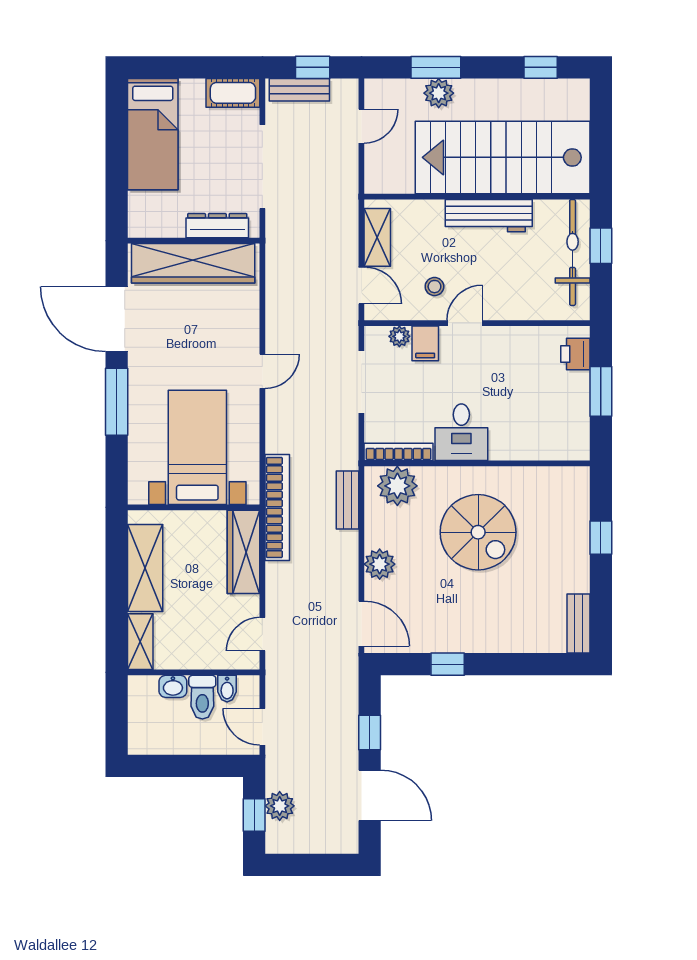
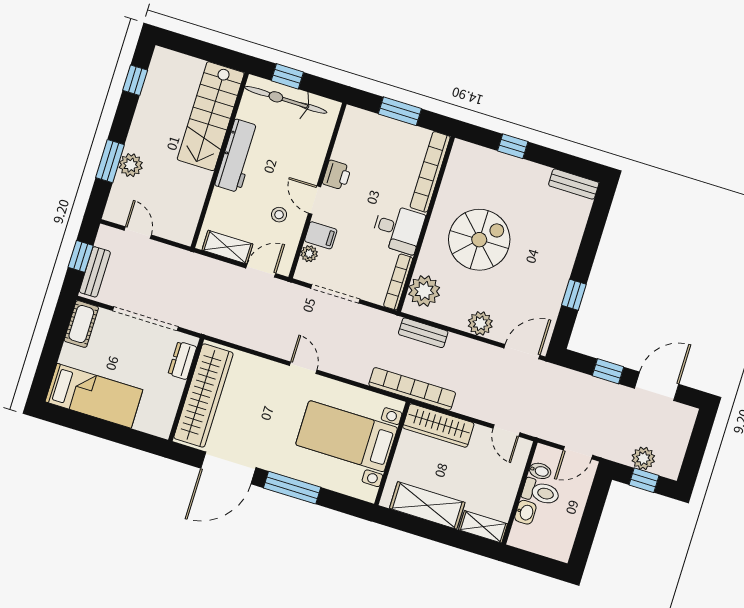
stairs: (503, 157) -> (211, 116), width x0.73, depth x0.66
dresser: (217, 226) -> (182, 360), width x0.70
printer: (575, 354) -> (337, 175), moved, turned -90
bookcase: (540, 449) -> (430, 172), added

